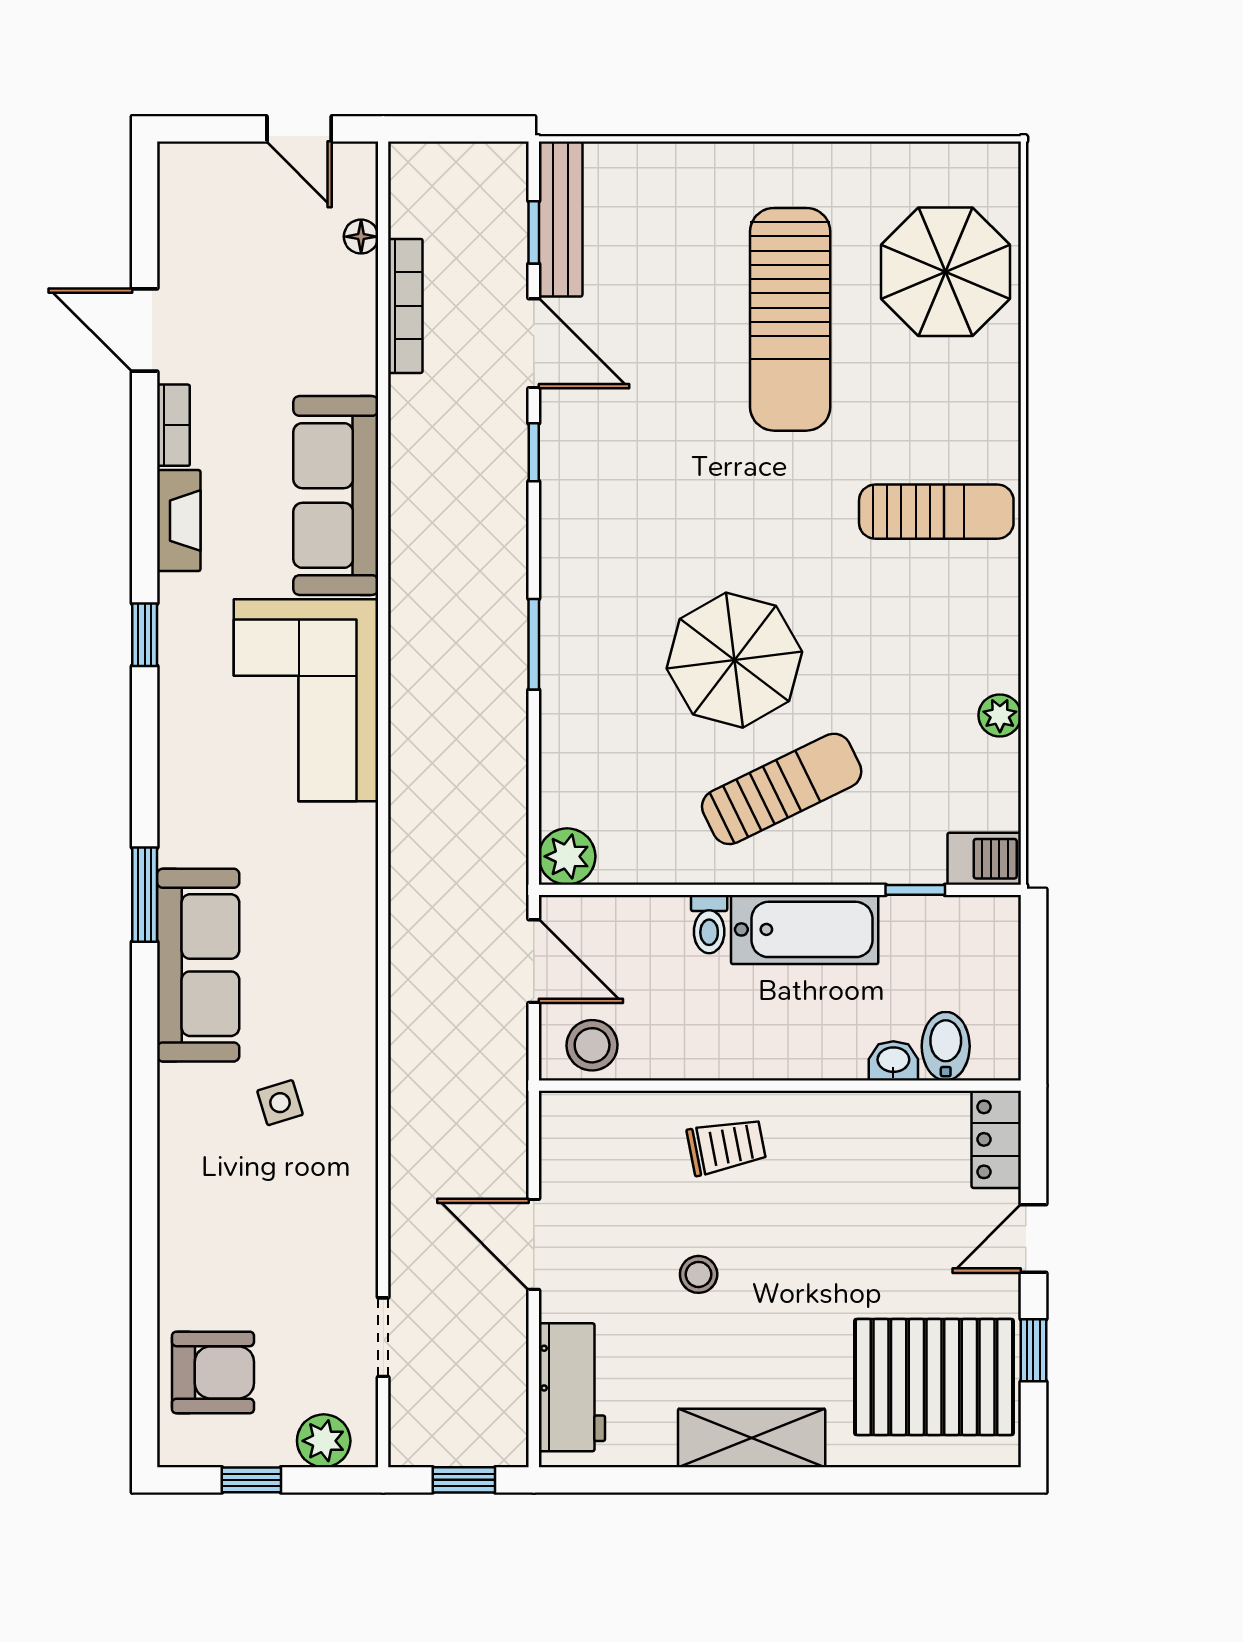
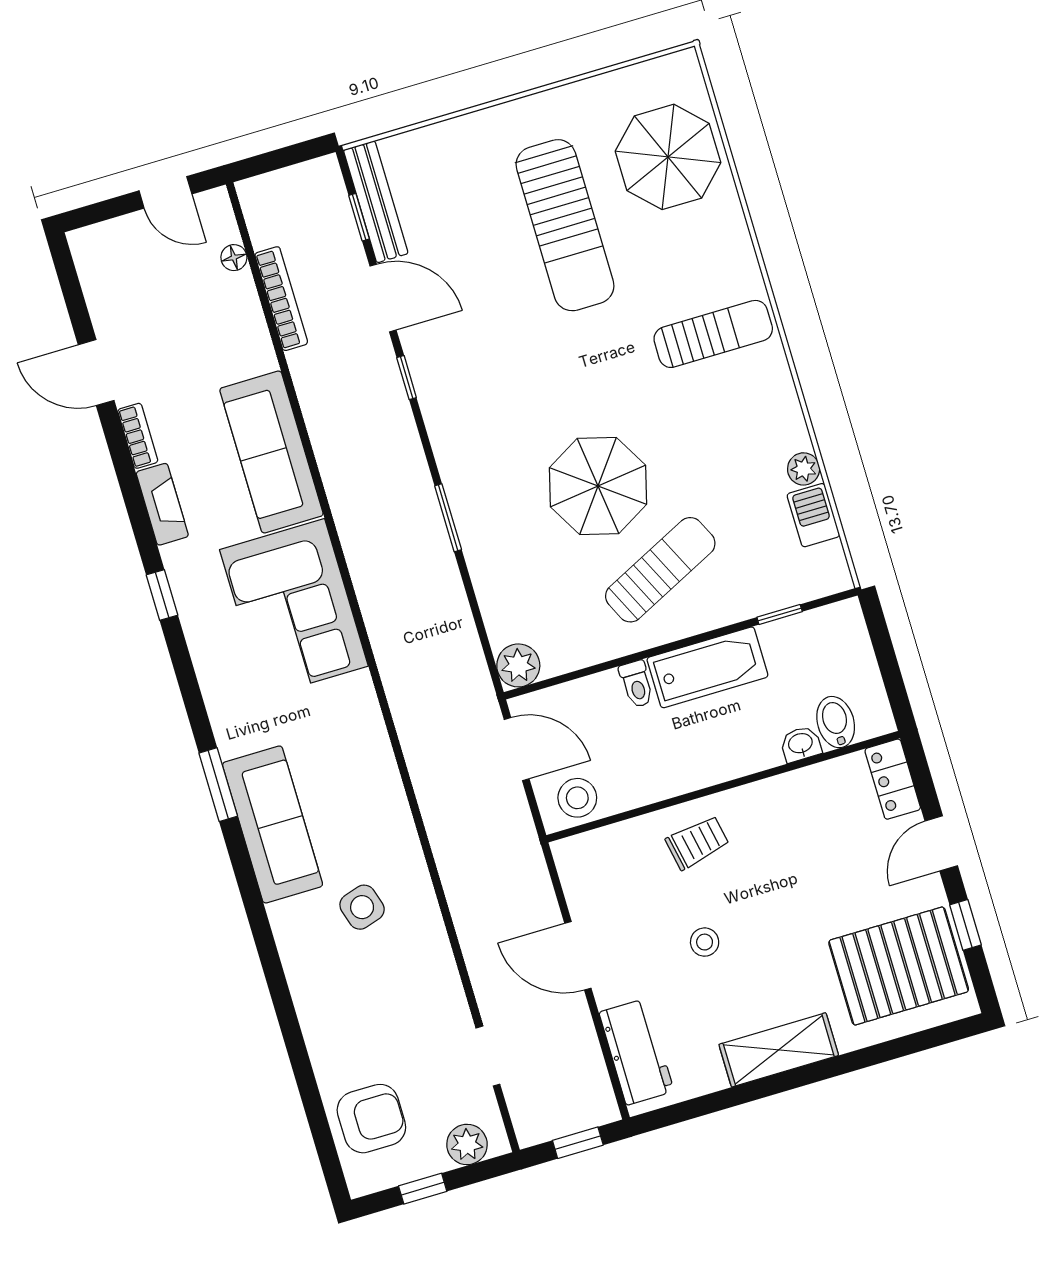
barbecue: (984, 859) -> (813, 515), moved, turned -90
side table: (280, 1103) -> (362, 907), width x1.37, depth x1.37

